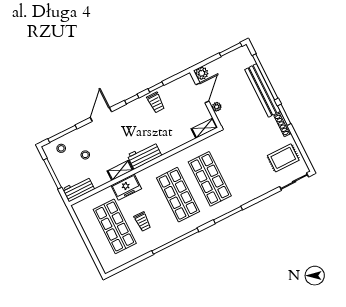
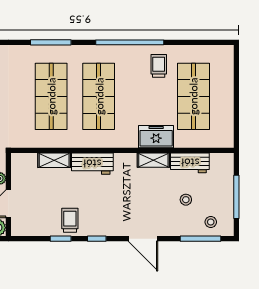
door: (101, 115) -> (143, 239), hinge flipped
shelving: (204, 128) -> (54, 160), moved
workbench: (144, 155) -> (92, 164), moved
workbench: (78, 189) -> (190, 163), moved
trolley: (143, 222) -> (159, 66), moved

